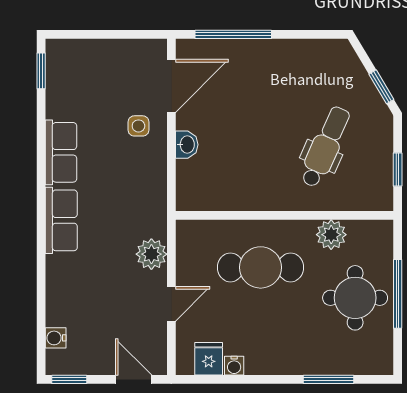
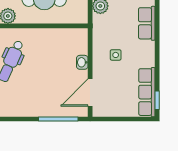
side table: (138, 126) -> (116, 55), moved
row of seats: (61, 152) -> (147, 92), moved, width x1.48

